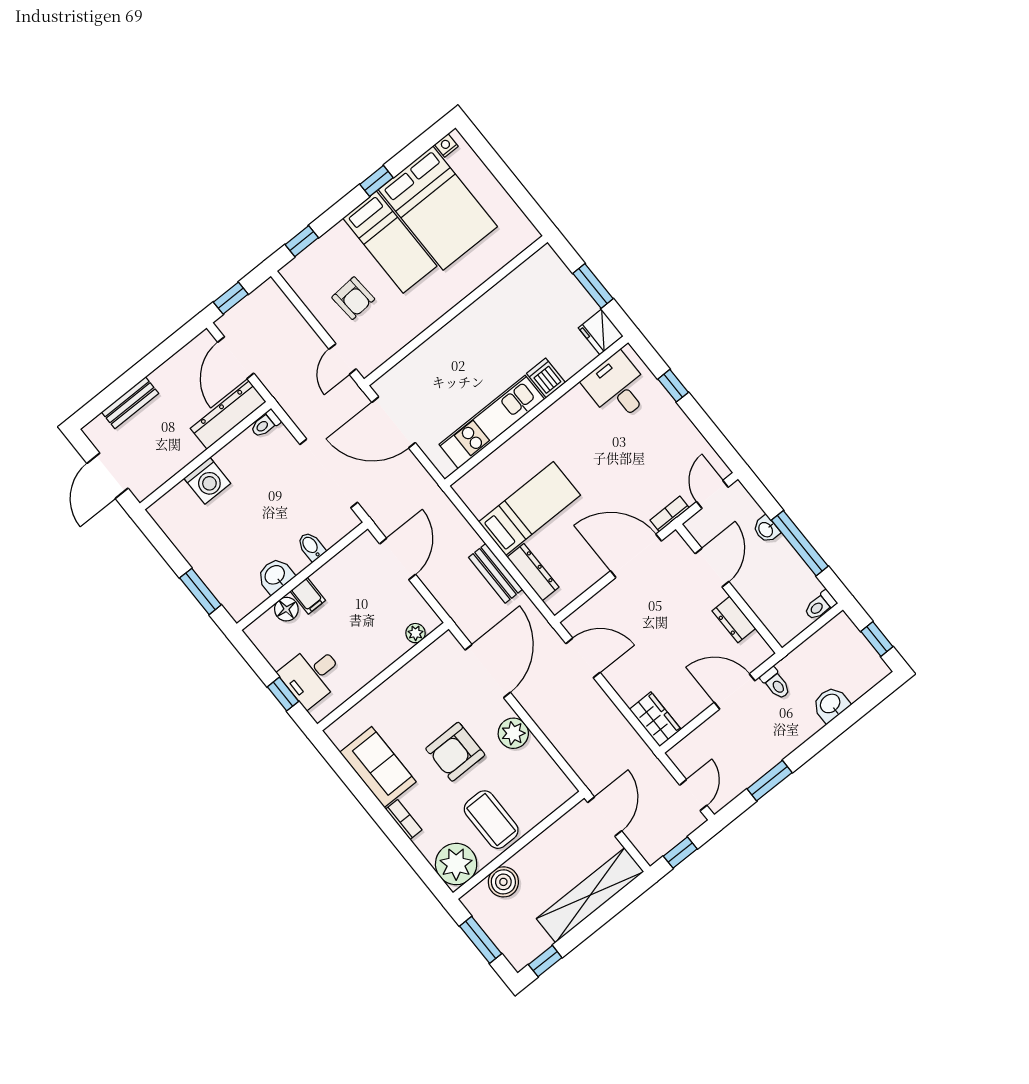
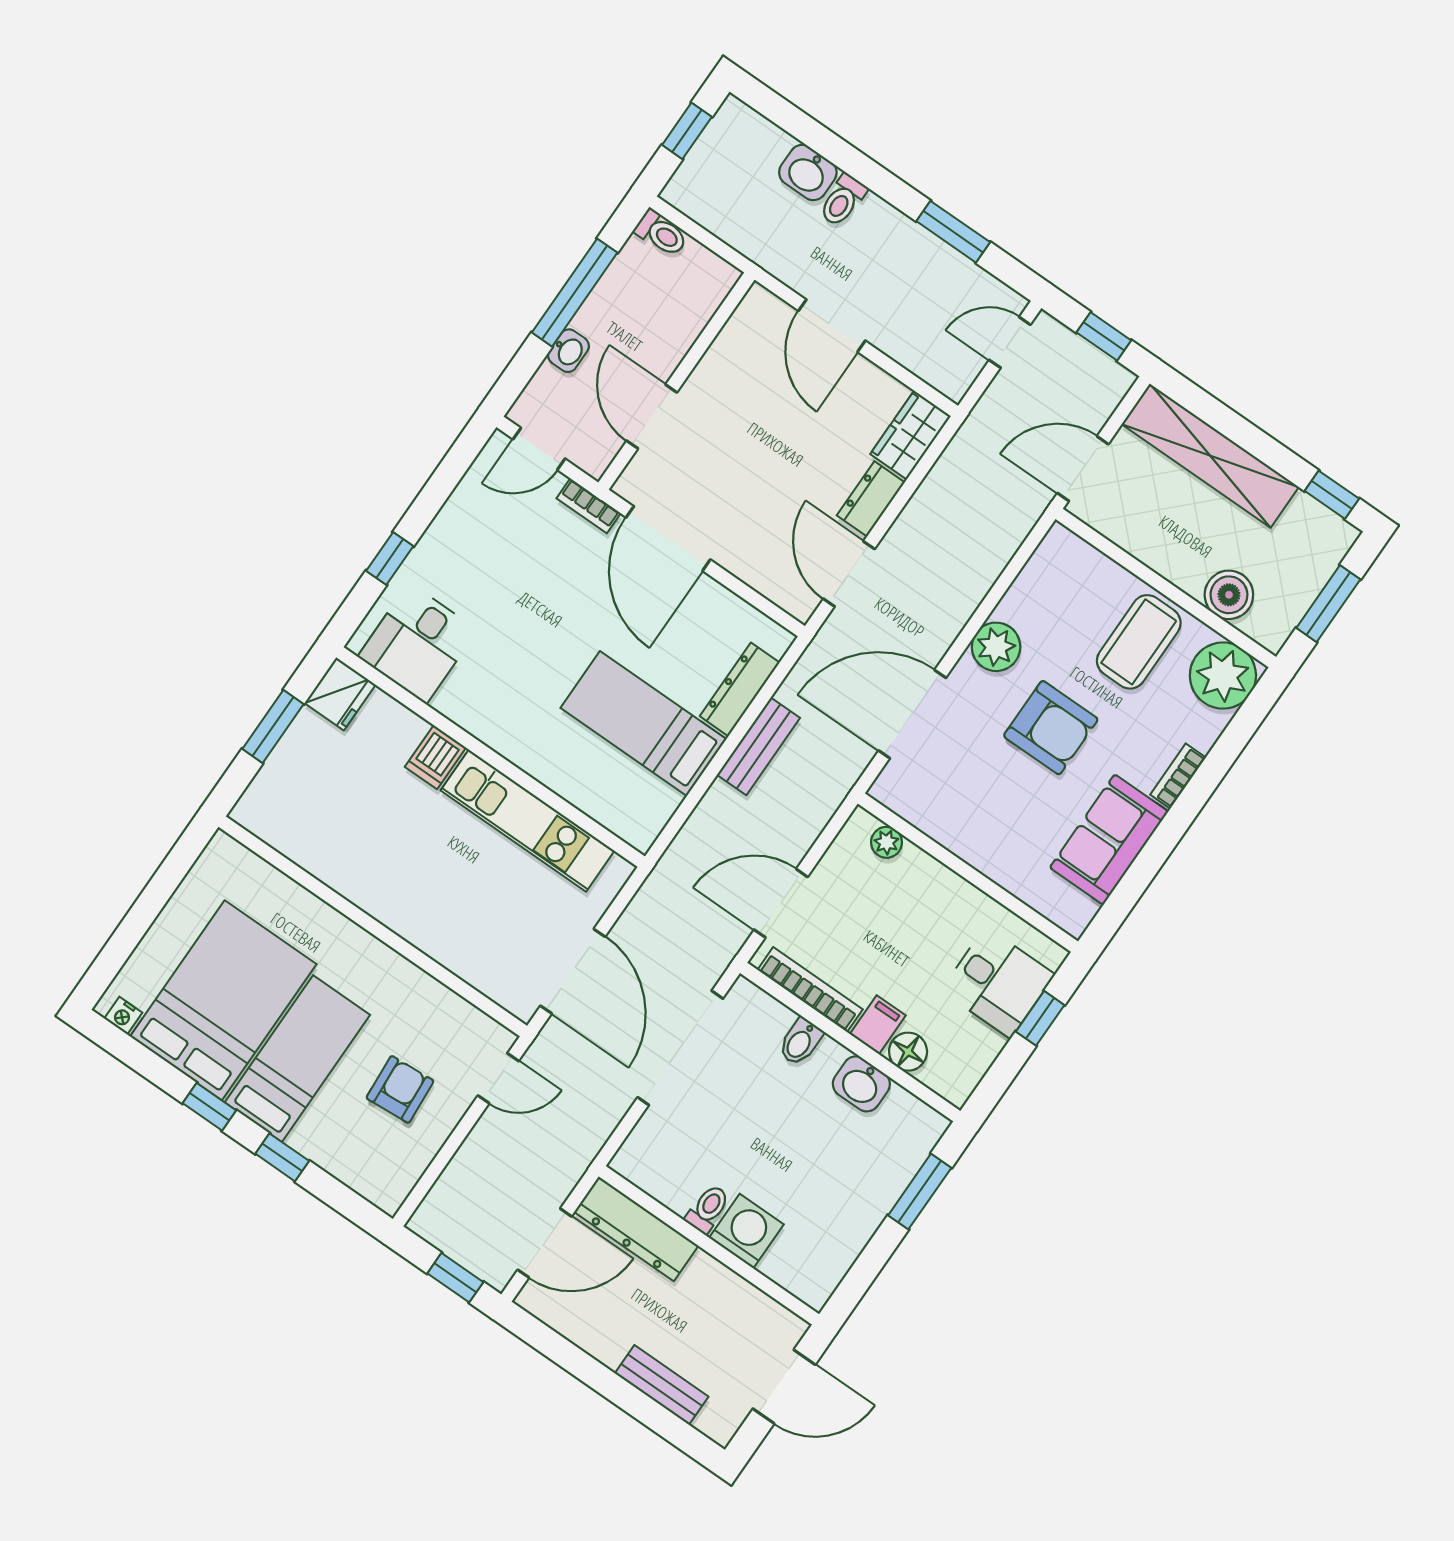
window: (302, 241) -> (282, 1157), moved
toilet: (265, 424) -> (708, 1209), moved, turned -90
bookcase: (341, 561) -> (810, 990), added
door: (712, 568) -> (652, 417), hinge flipped
dresser: (734, 620) -> (871, 499), moved, turned 180
toilet: (776, 683) -> (843, 200), moved, turned 180

